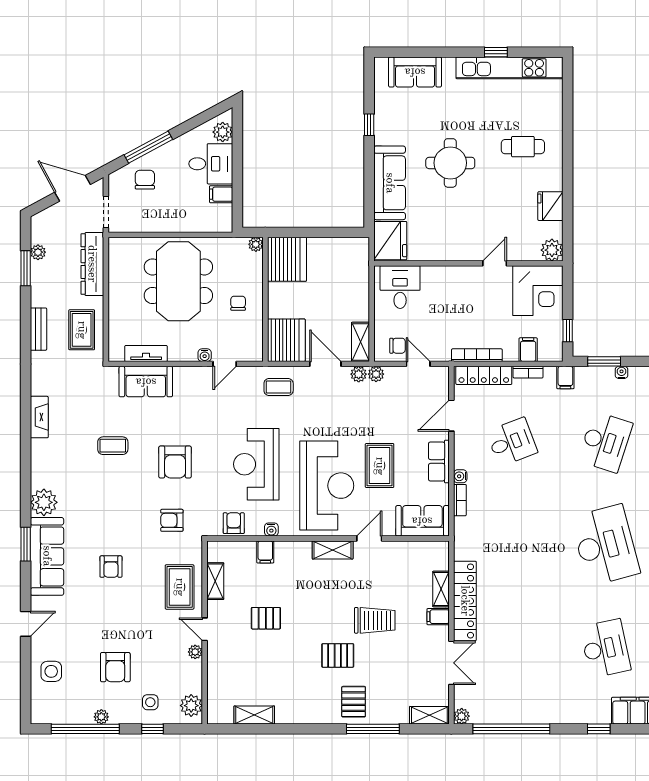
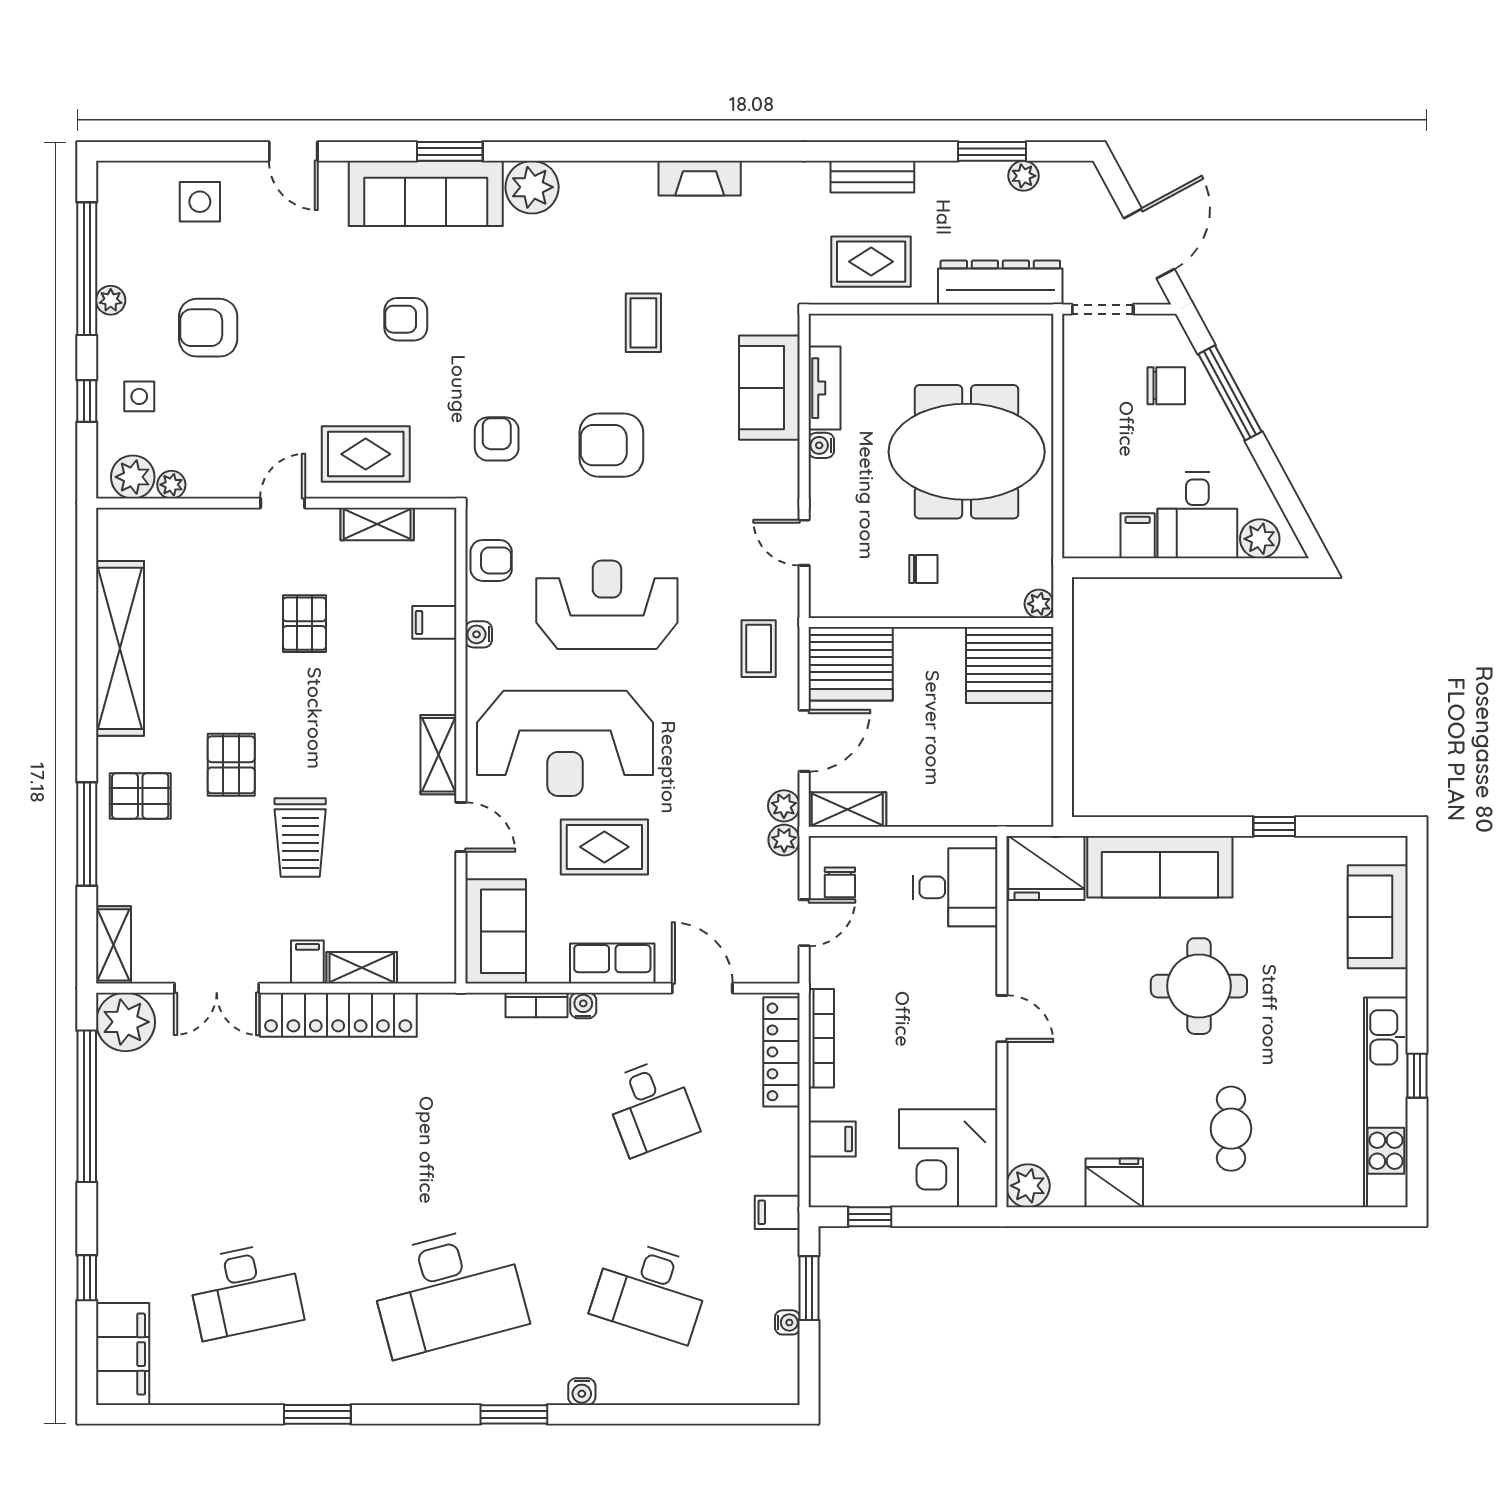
door: (495, 263) -> (1002, 1019), moved
water cooler: (205, 355) -> (821, 445), moved
bookcase: (528, 372) -> (788, 1139), removed
plant: (195, 652) -> (171, 485), moved
shelving: (254, 715) -> (120, 648), width x2.20, depth x1.33
plant: (462, 716) -> (126, 1022), width x1.88, depth x1.88

